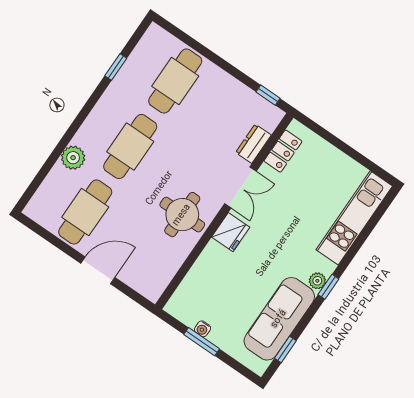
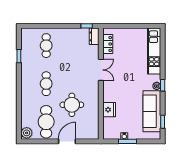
cafe table: (175, 81) -> (46, 46), width x0.73, depth x0.74
dresser: (253, 144) -> (94, 36), moved
cafe table: (130, 147) -> (46, 84), width x0.73, depth x0.74
plant: (73, 158) -> (27, 133), moved
round table: (182, 215) -> (72, 105), moved
fridge: (231, 232) -> (109, 110), moved

